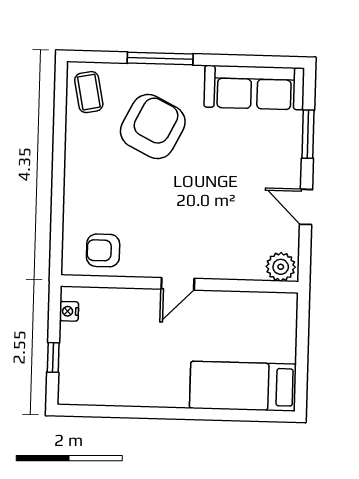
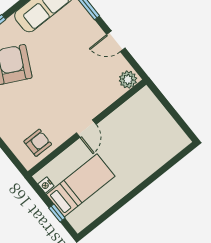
armchair: (103, 250) -> (38, 143), turned 180
bed: (243, 386) -> (81, 185), moved, turned 180

